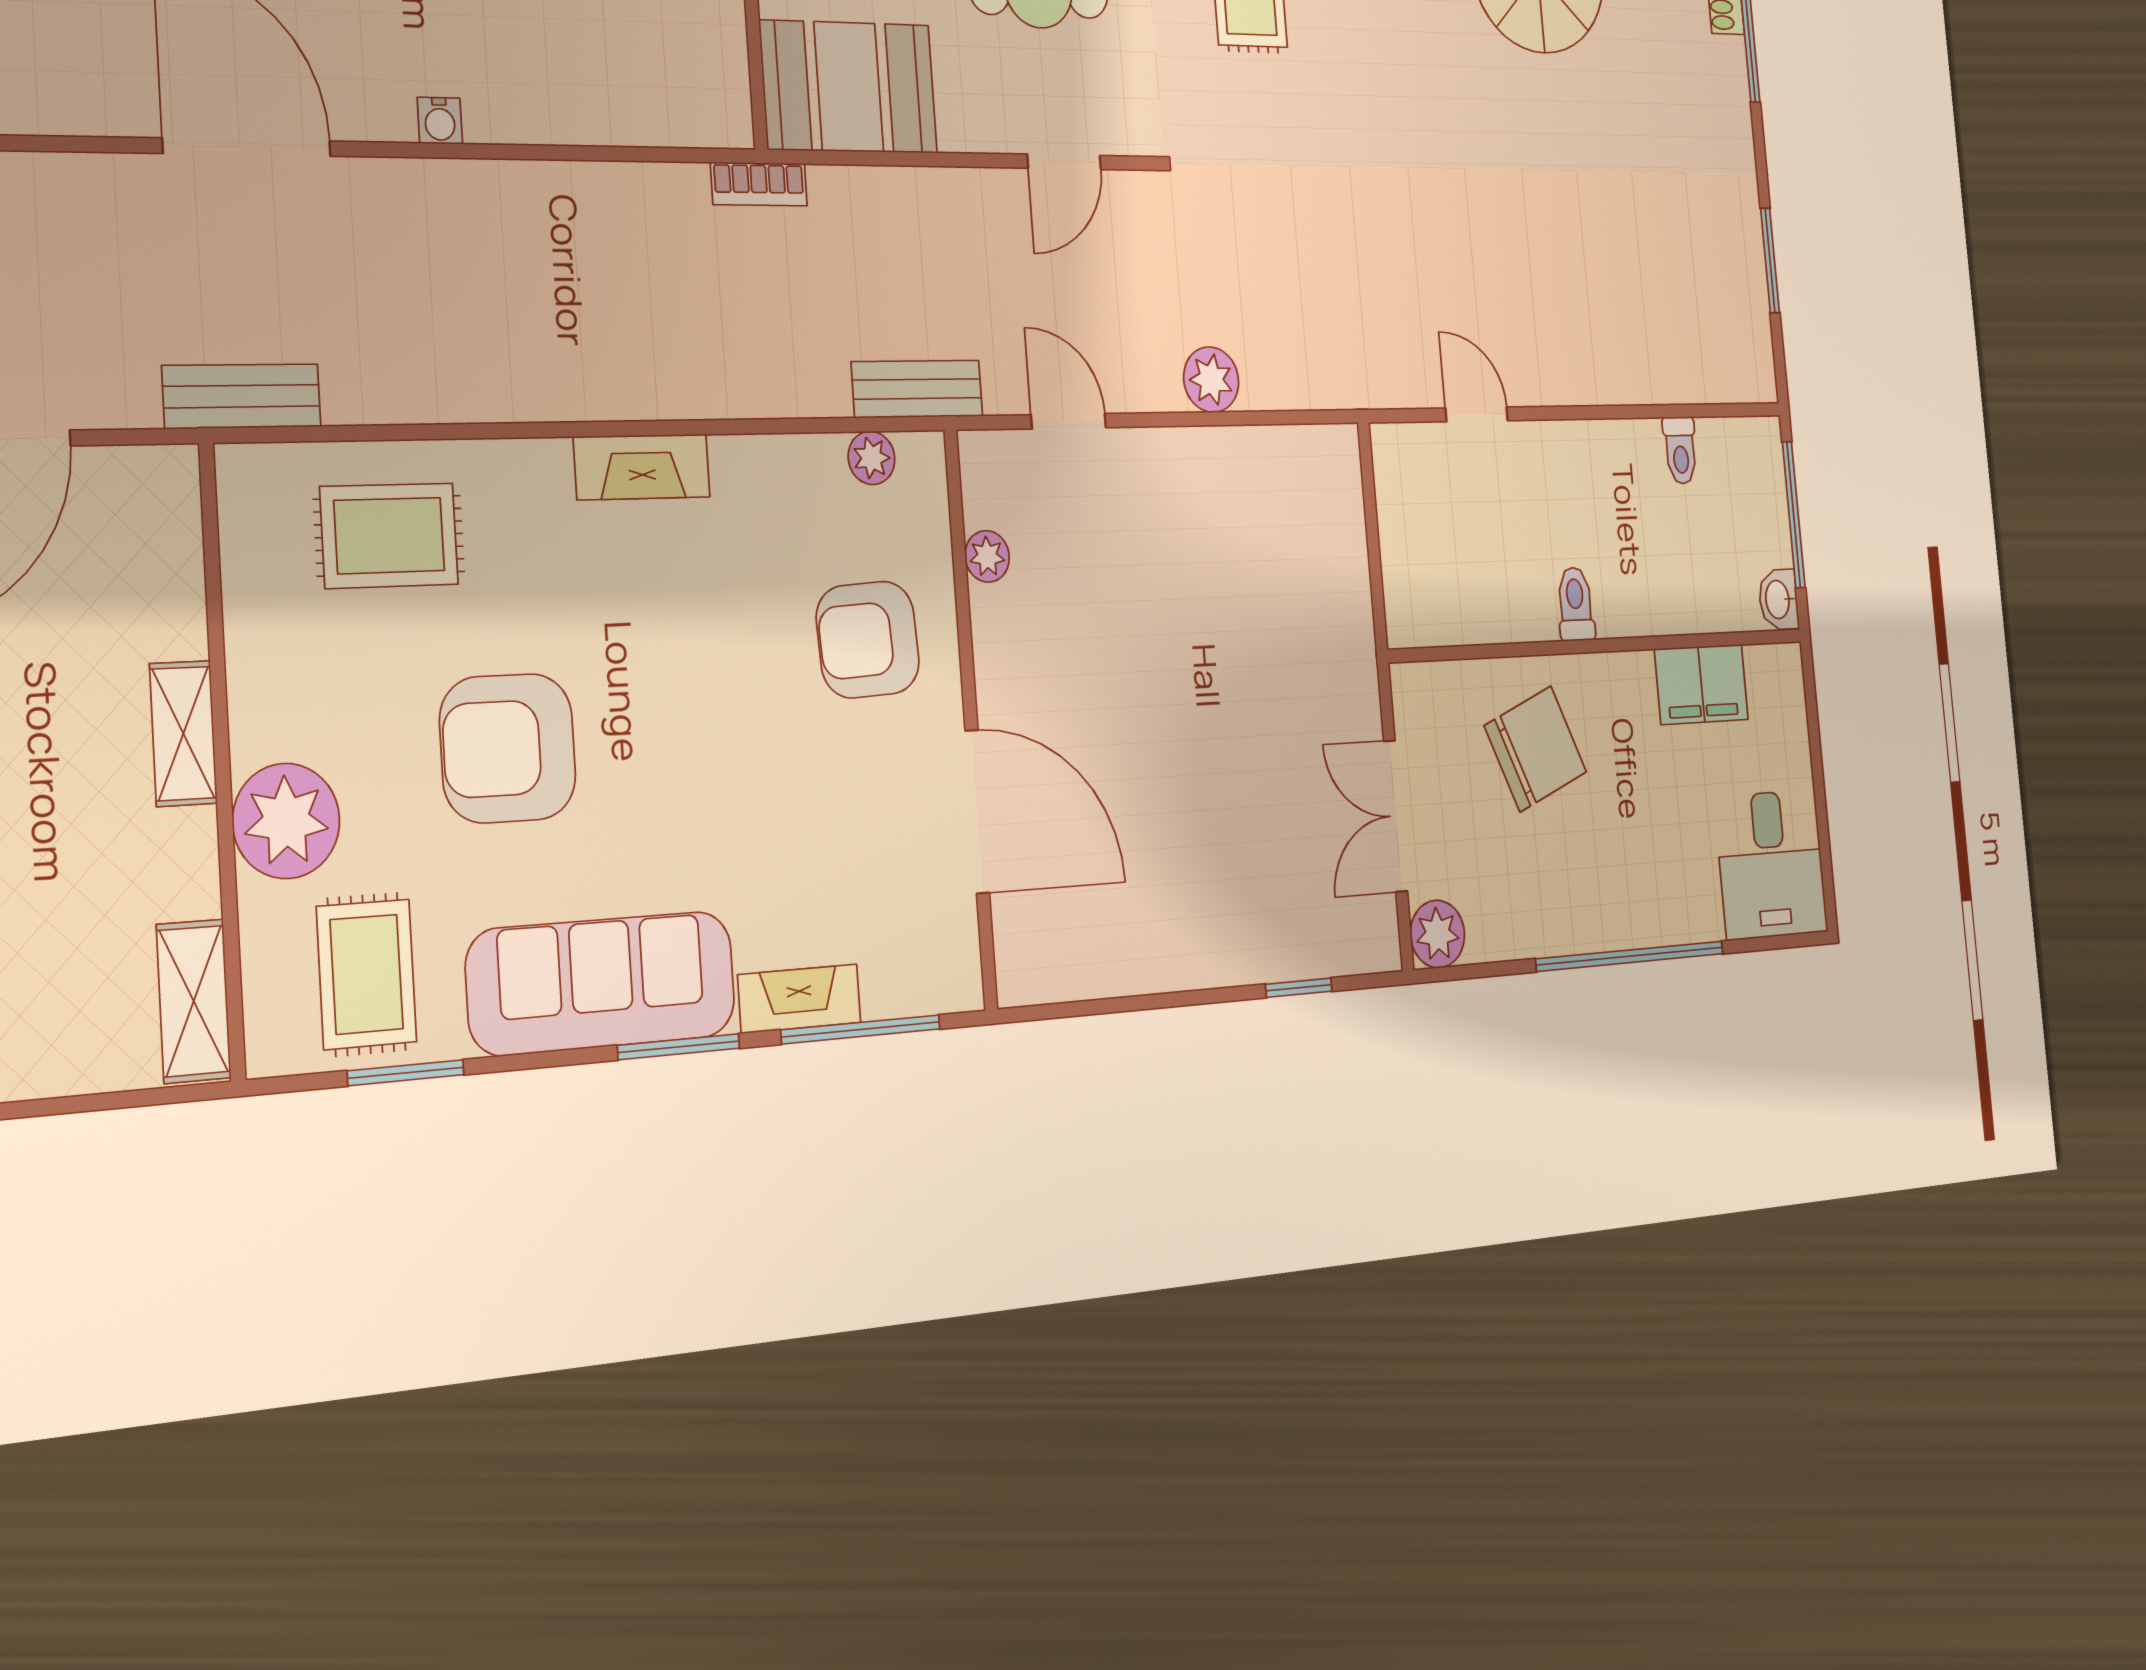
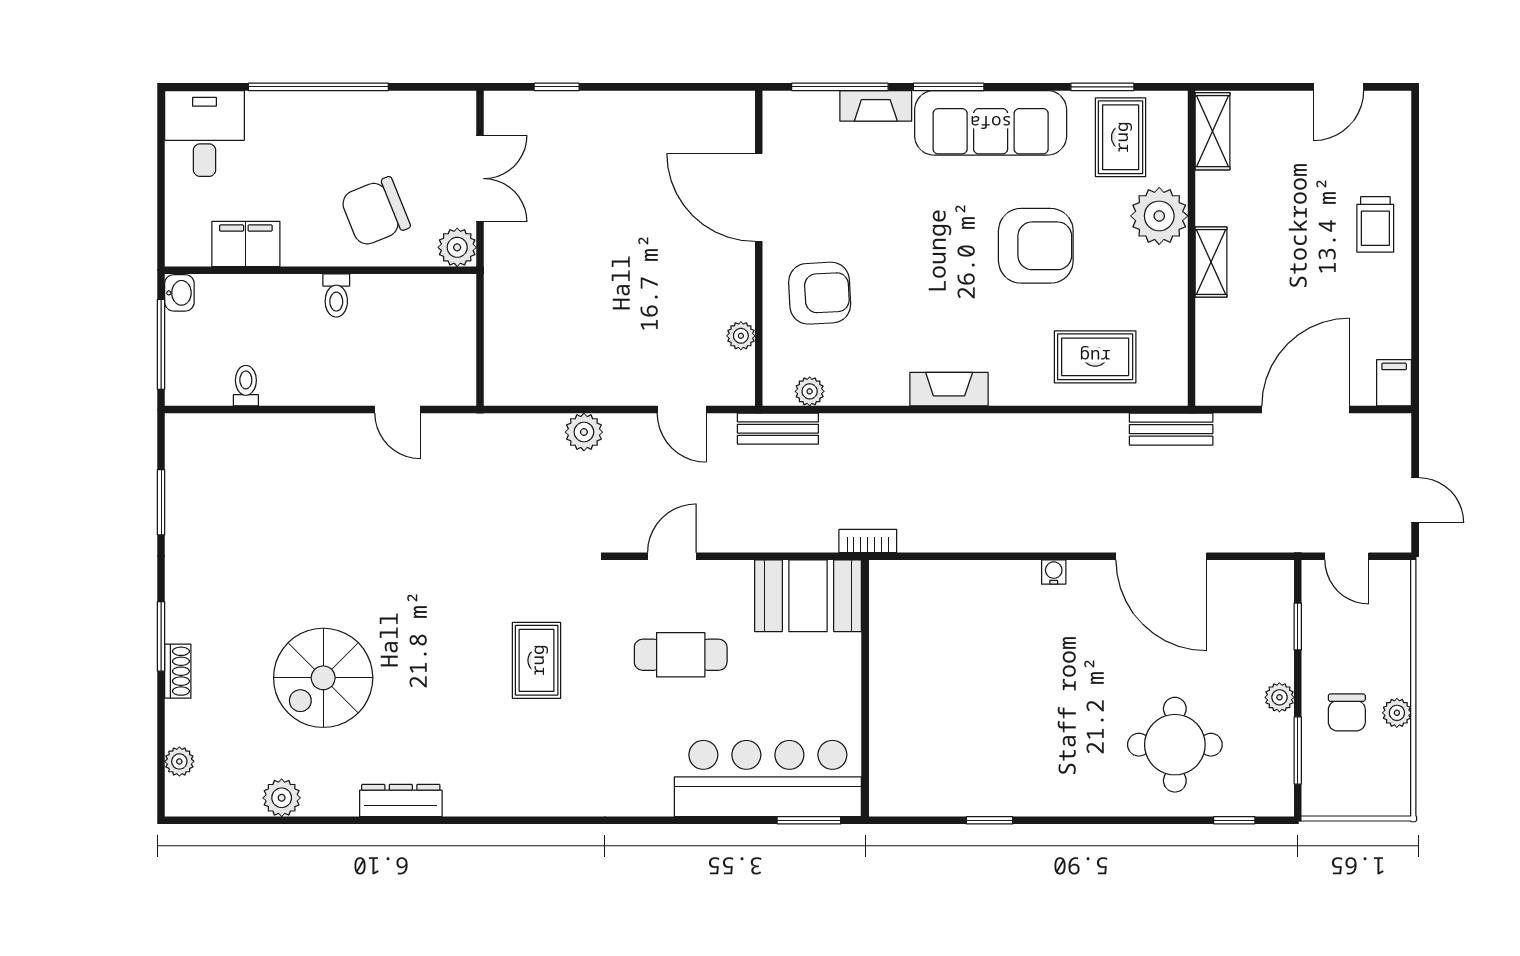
plant: (1438, 934) -> (457, 247), moved

